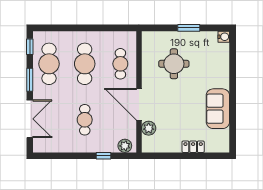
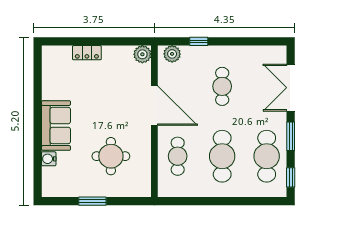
water cooler: (224, 37) -> (49, 159), moved
sofa: (218, 109) -> (56, 125), moved
plant: (149, 128) -> (142, 54), moved

